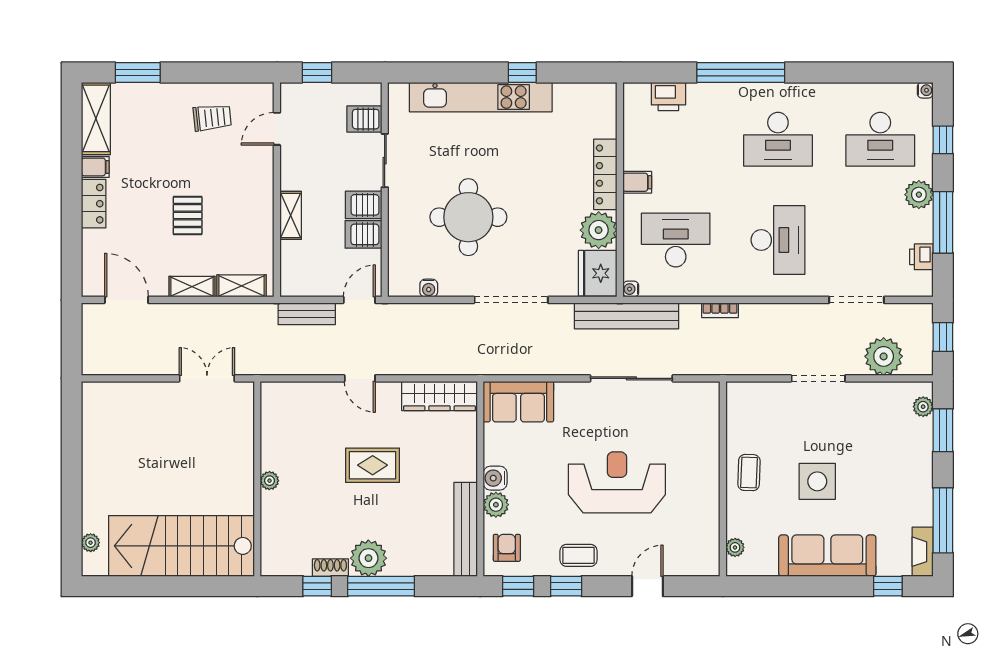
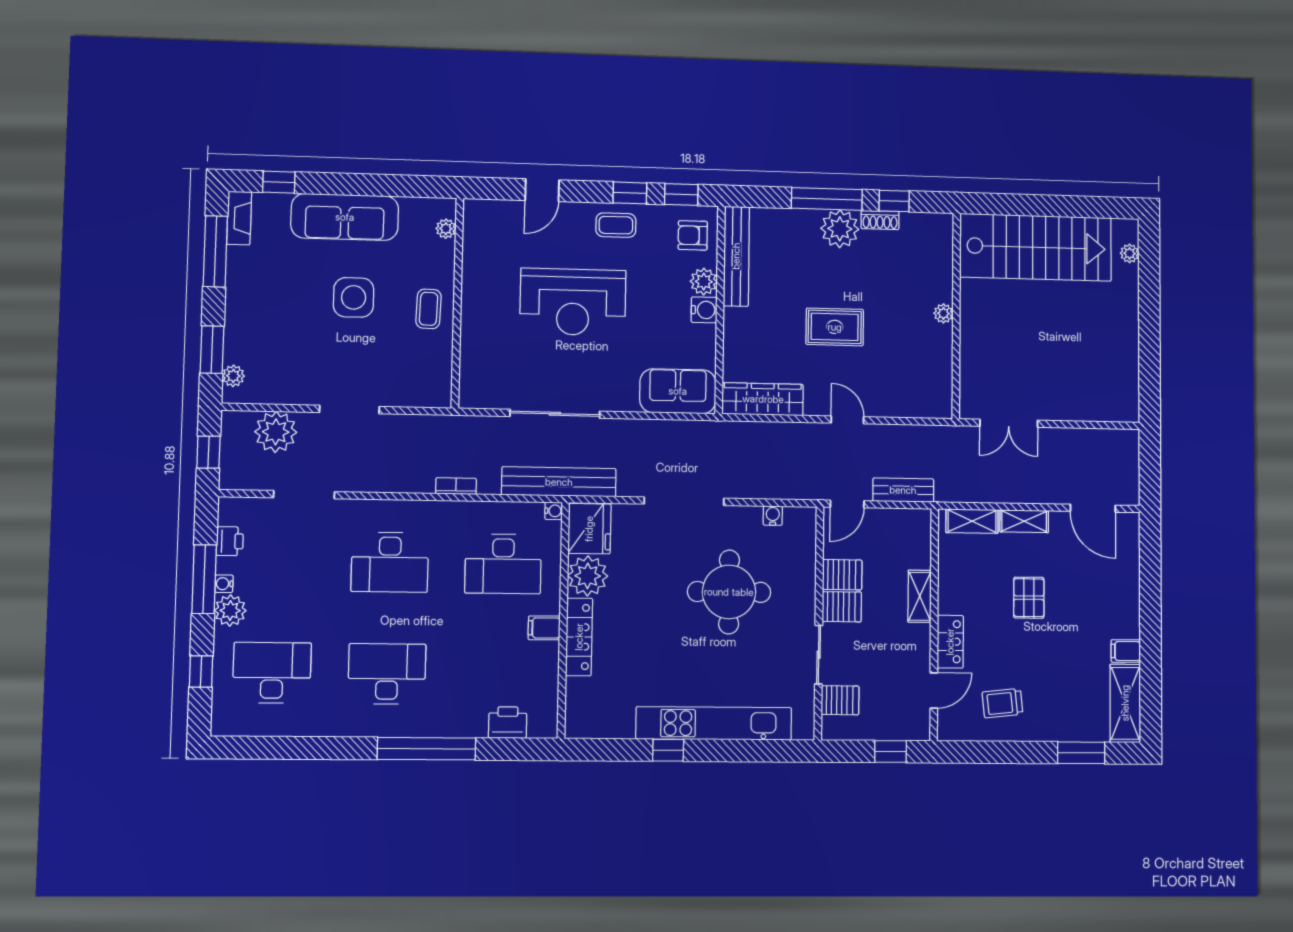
water cooler: (925, 90) -> (224, 584), moved
locker: (94, 204) -> (950, 642), moved, turned 180
desk: (778, 240) -> (390, 562), turned -90
armchair: (507, 548) -> (693, 235), turned 90

